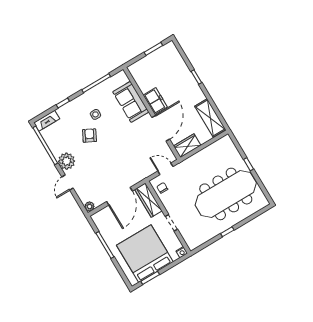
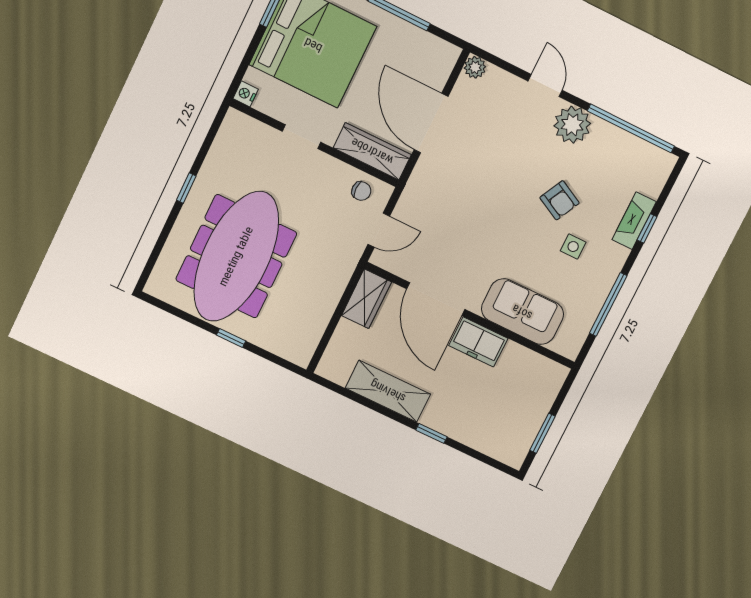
shelving: (210, 118) -> (388, 391), moved
fireplace: (47, 121) -> (634, 221), moved

